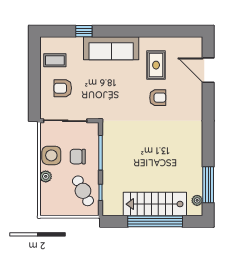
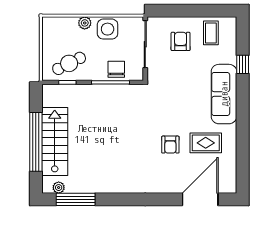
door: (208, 70) -> (200, 199), width x1.36
chair: (78, 157) -> (116, 69), moved

